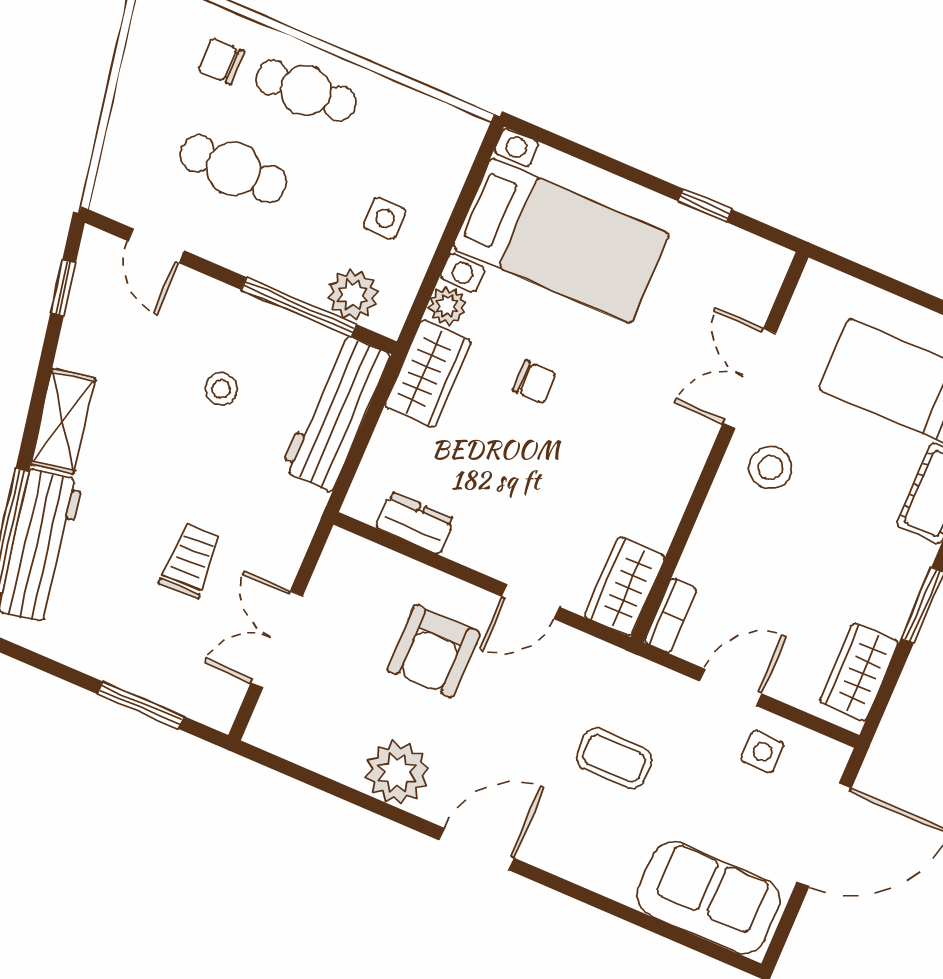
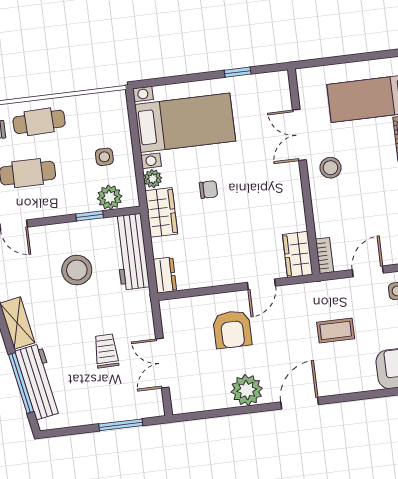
window: (299, 307) -> (90, 216), width x0.46
stool: (221, 389) -> (77, 270), width x1.89, depth x1.89
dresser: (415, 523) -> (165, 275), moved, turned 90

